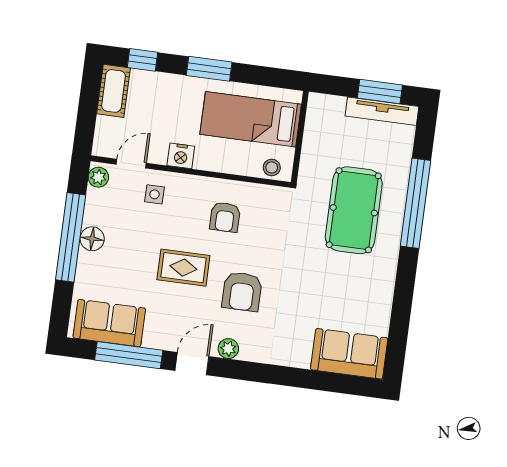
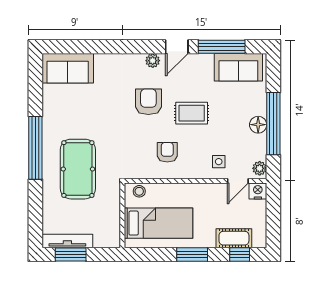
cot: (114, 91) -> (234, 238), moved, turned 90
nightstand: (181, 156) -> (258, 191), moved
window: (416, 203) -> (35, 148), moved

